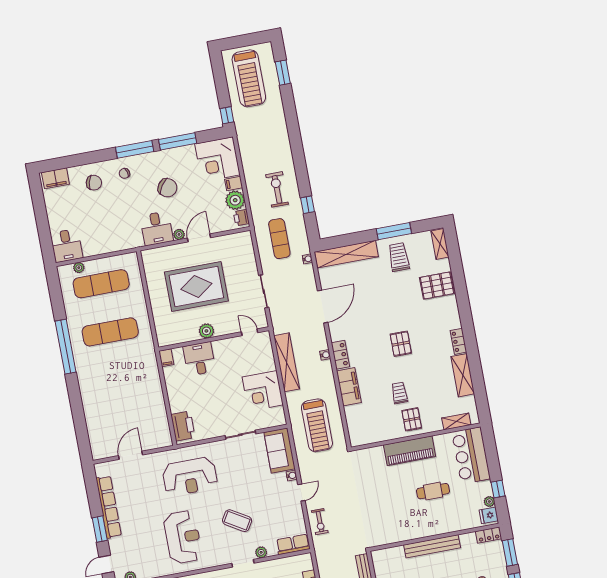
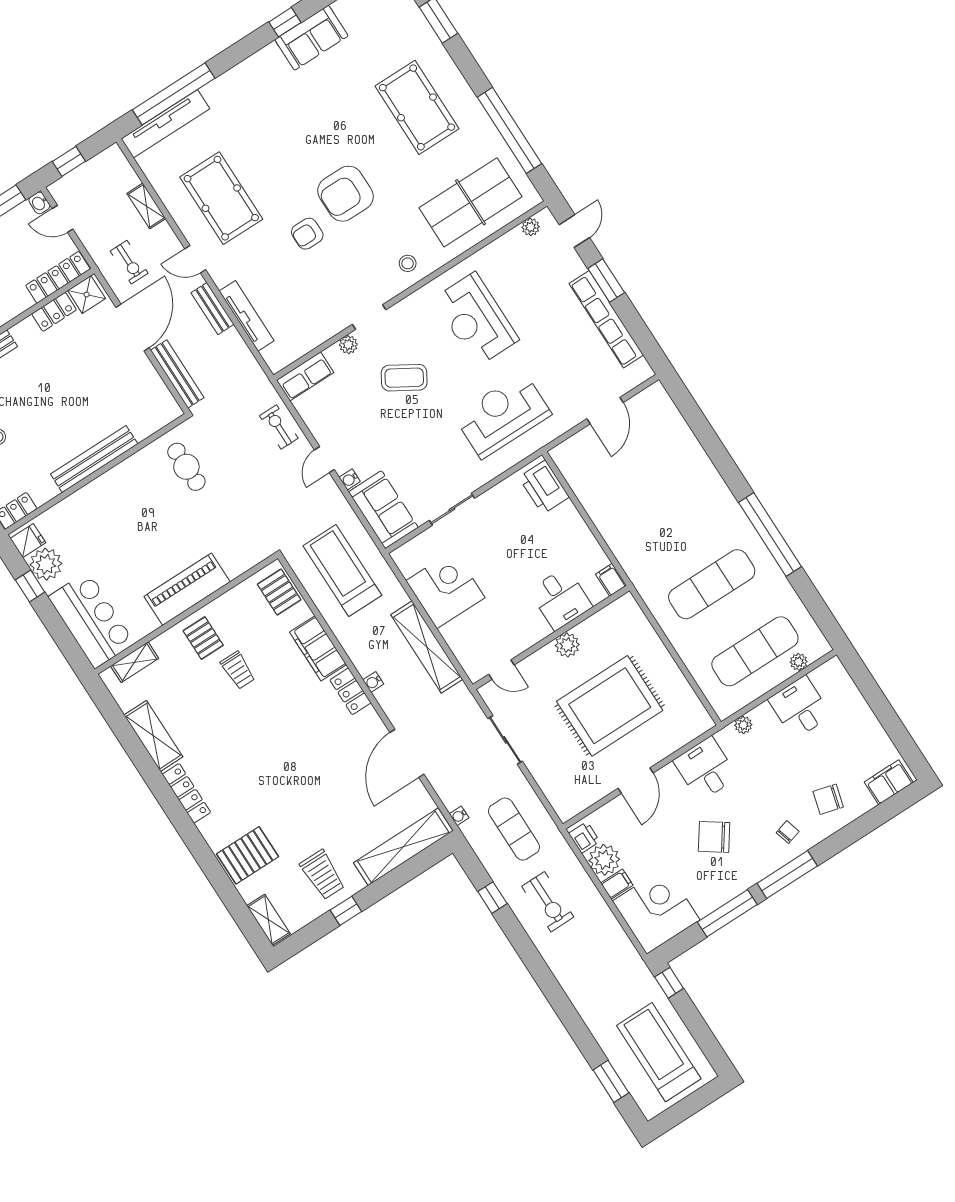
window: (394, 231) -> (346, 911), width x0.46
plant: (179, 234) -> (743, 725), moved
desk: (67, 246) -> (800, 707), moved
locker: (458, 341) -> (186, 793), width x1.53
pallet: (401, 344) -> (279, 592), moved
cafe table: (433, 491) -> (186, 467), moved, turned 90
plant: (489, 501) -> (46, 564), width x1.88, depth x1.88

